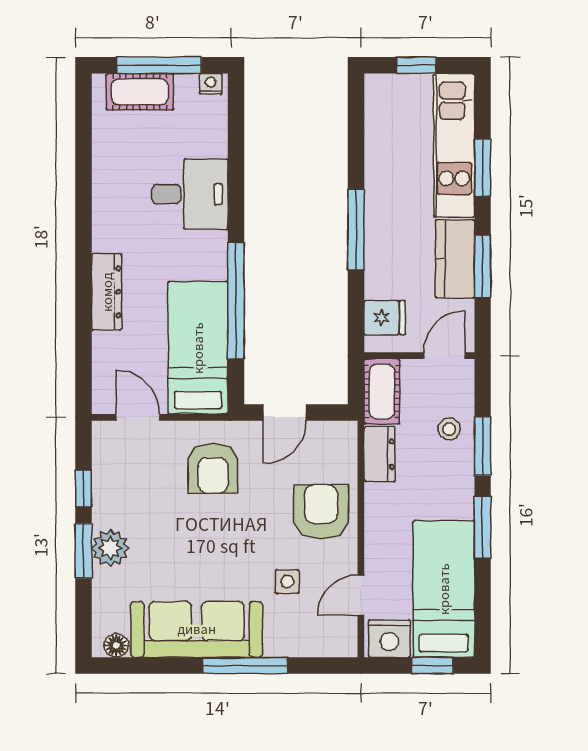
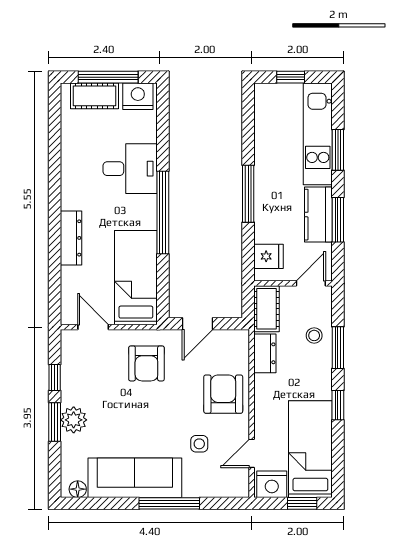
nightstand: (211, 84) -> (138, 96), width x1.89, depth x1.79
window: (236, 301) -> (163, 212), moved
window: (483, 527) -> (338, 405), width x0.67

